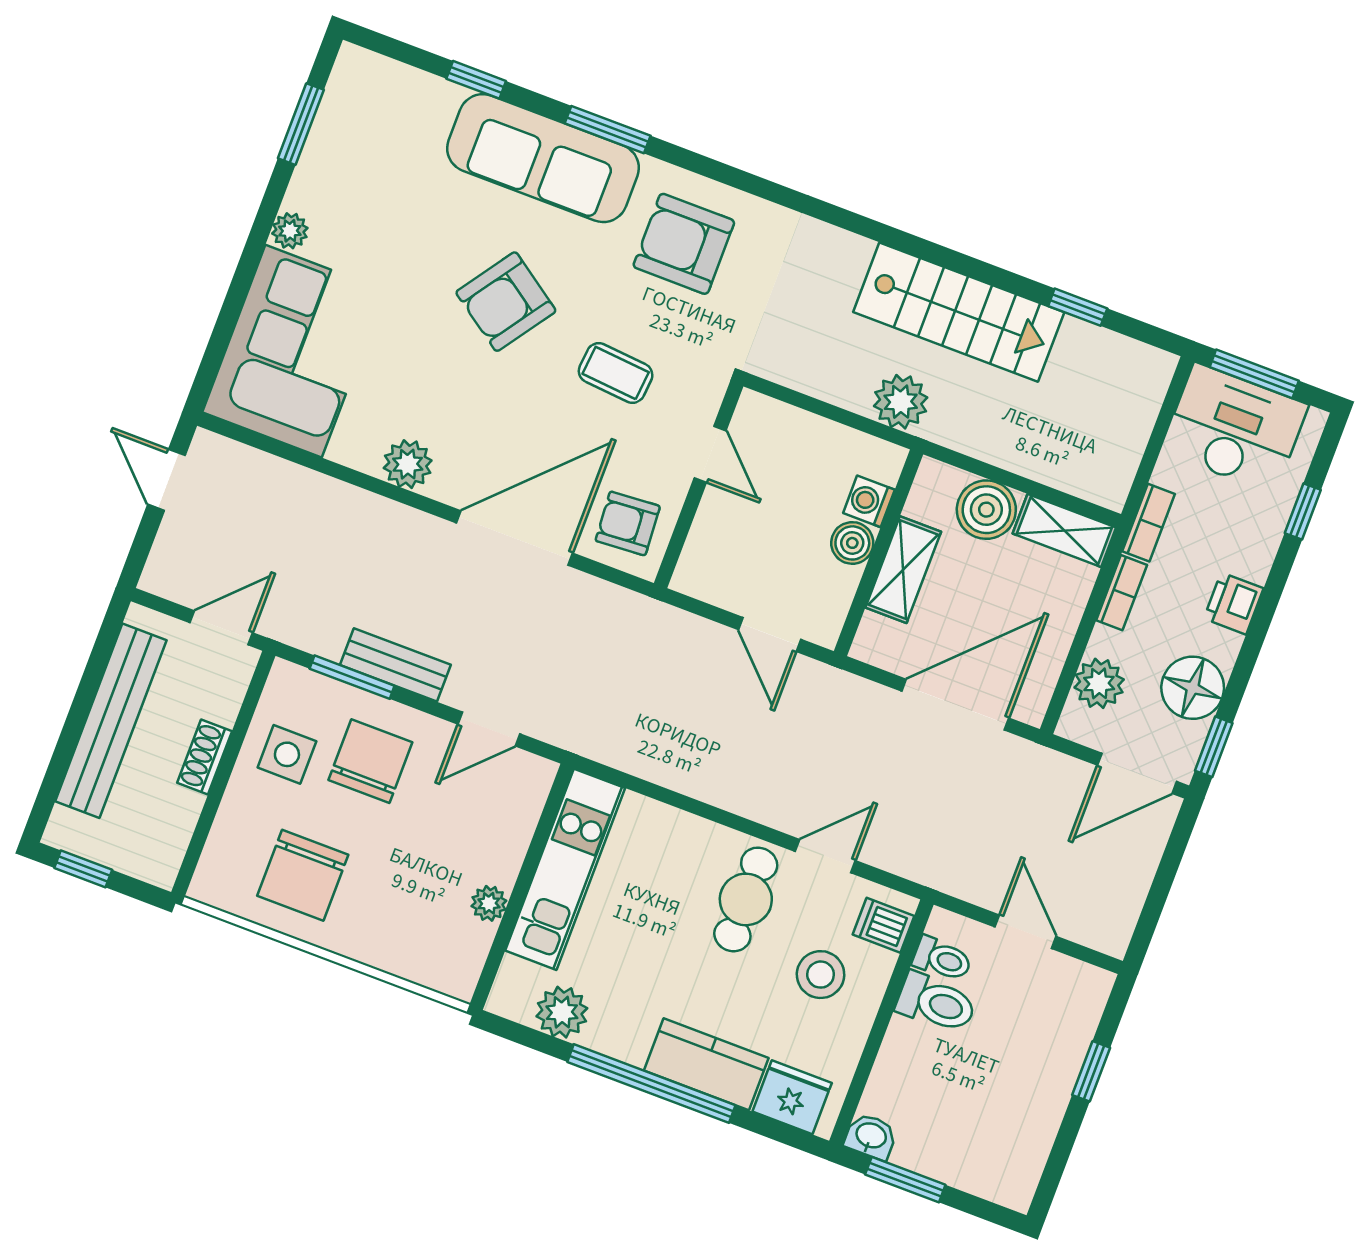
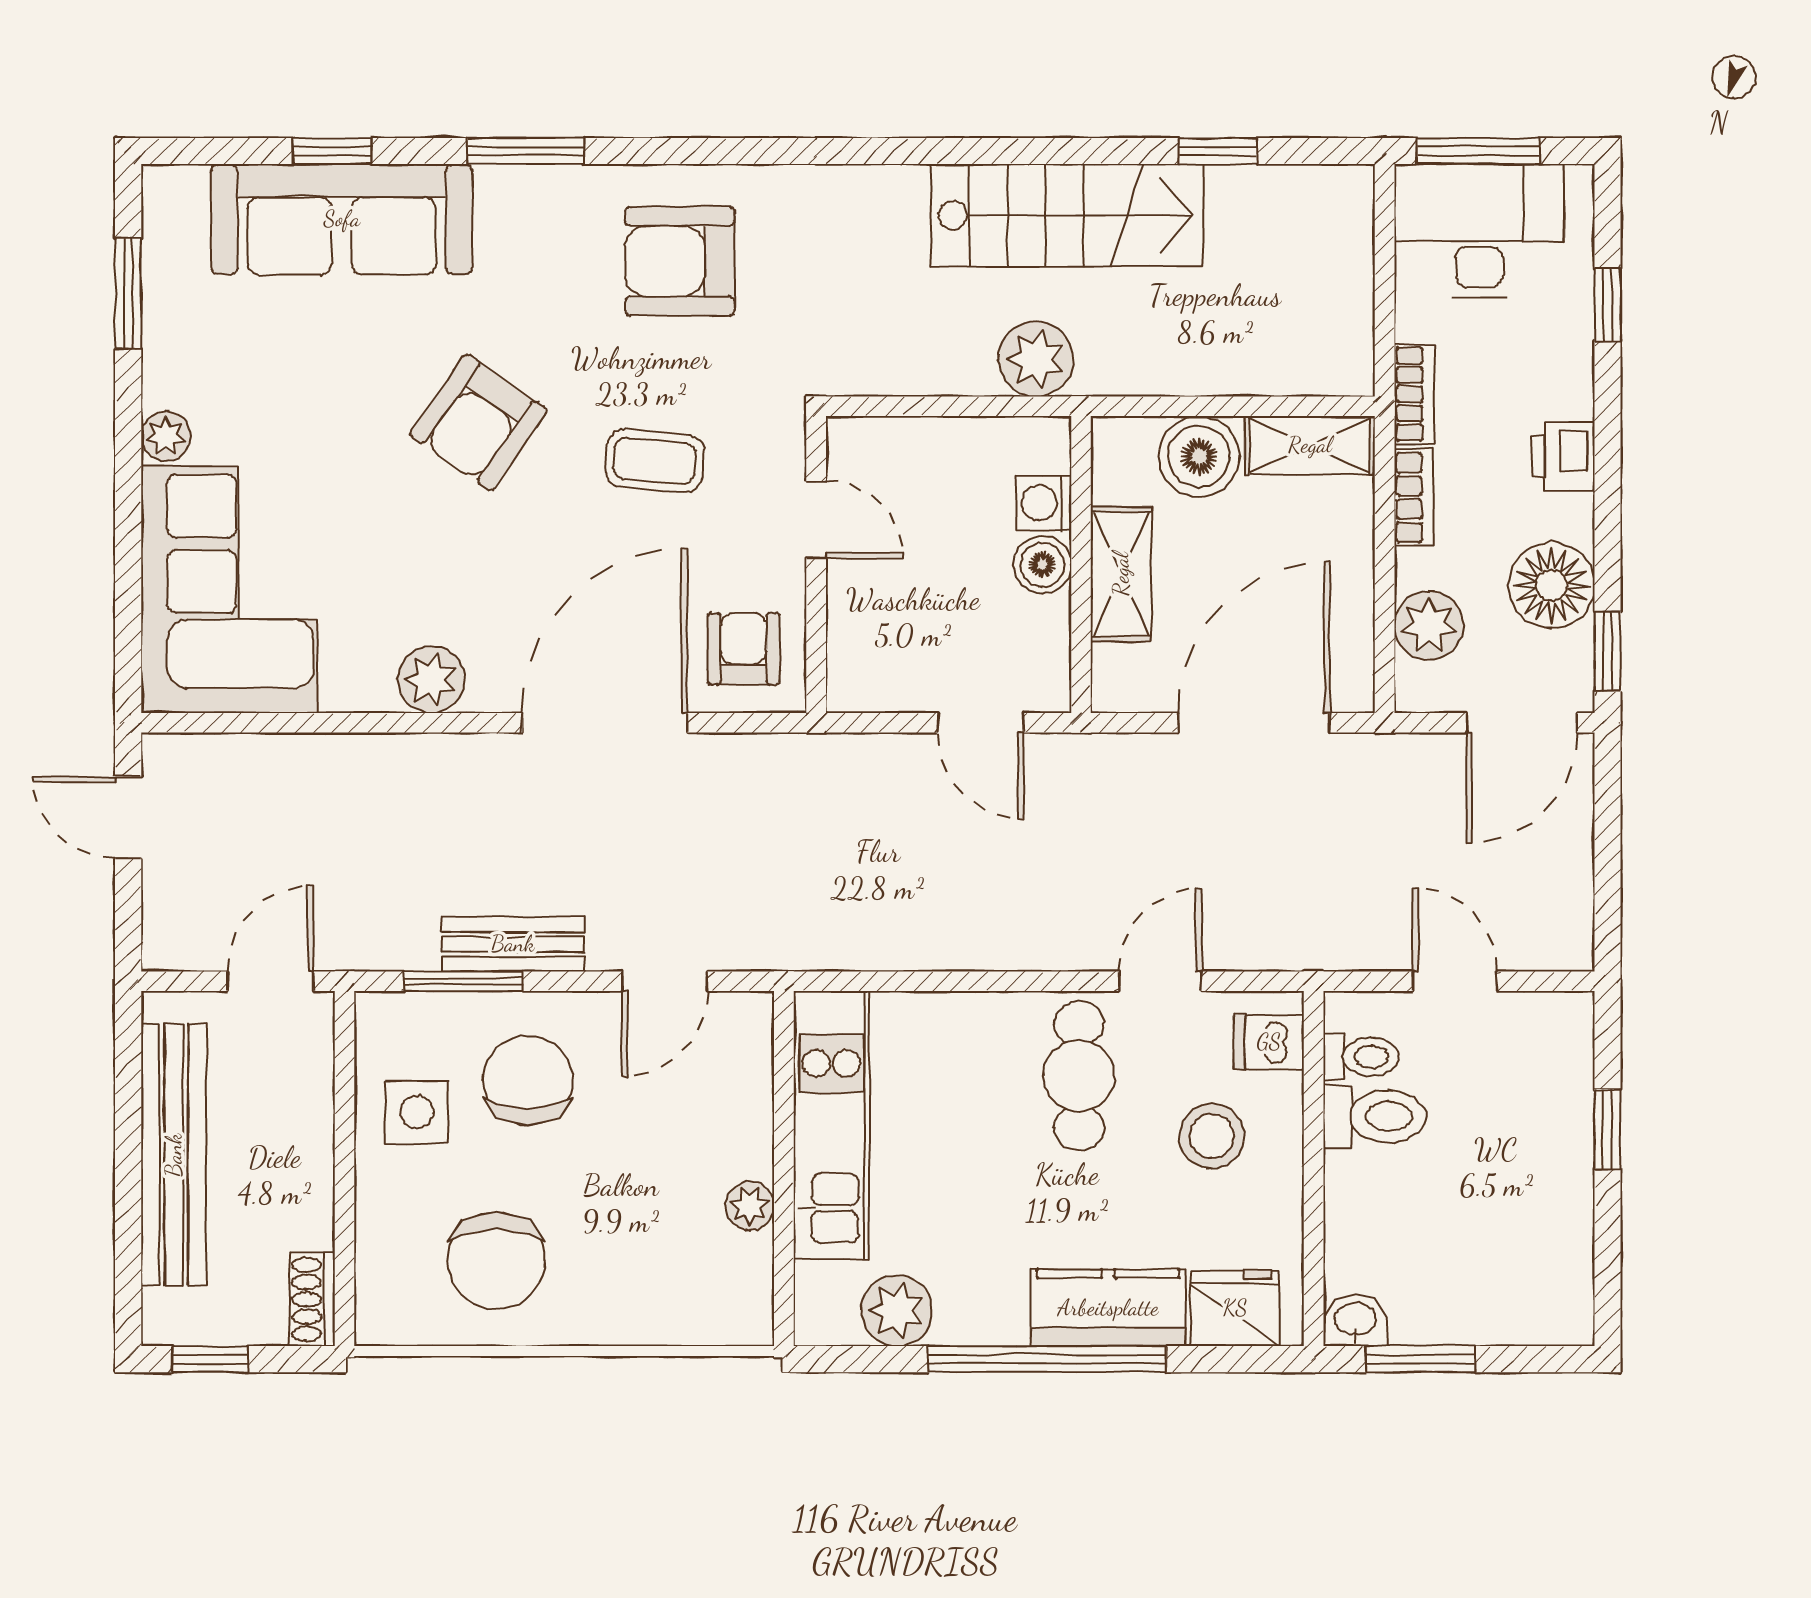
sofa: (543, 158) -> (342, 219), moved
armchair: (628, 523) -> (744, 649), turned 94
shoe rack: (205, 757) -> (312, 1299), moved

